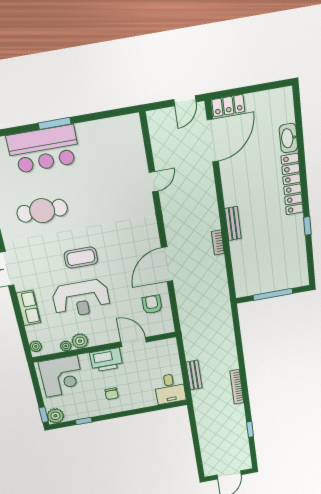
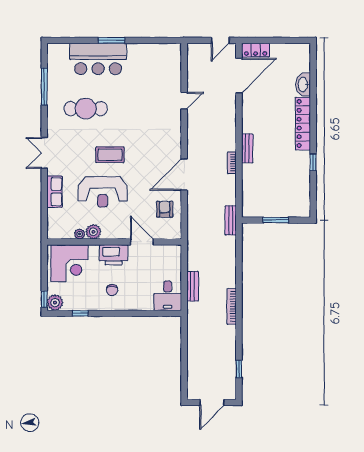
window: (273, 294) -> (276, 220), width x0.69
bench: (225, 303) -> (231, 220), added
plant: (36, 346) -> (53, 229), removed
window: (250, 429) -> (239, 369), moved

